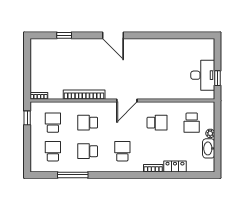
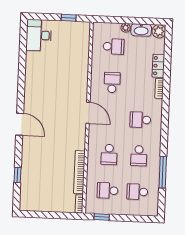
door: (113, 35) -> (20, 124), hinge flipped
desk: (203, 75) -> (39, 35), moved, turned -90
bookcase: (84, 95) -> (79, 172), moved
plant: (208, 166) -> (159, 31), added

